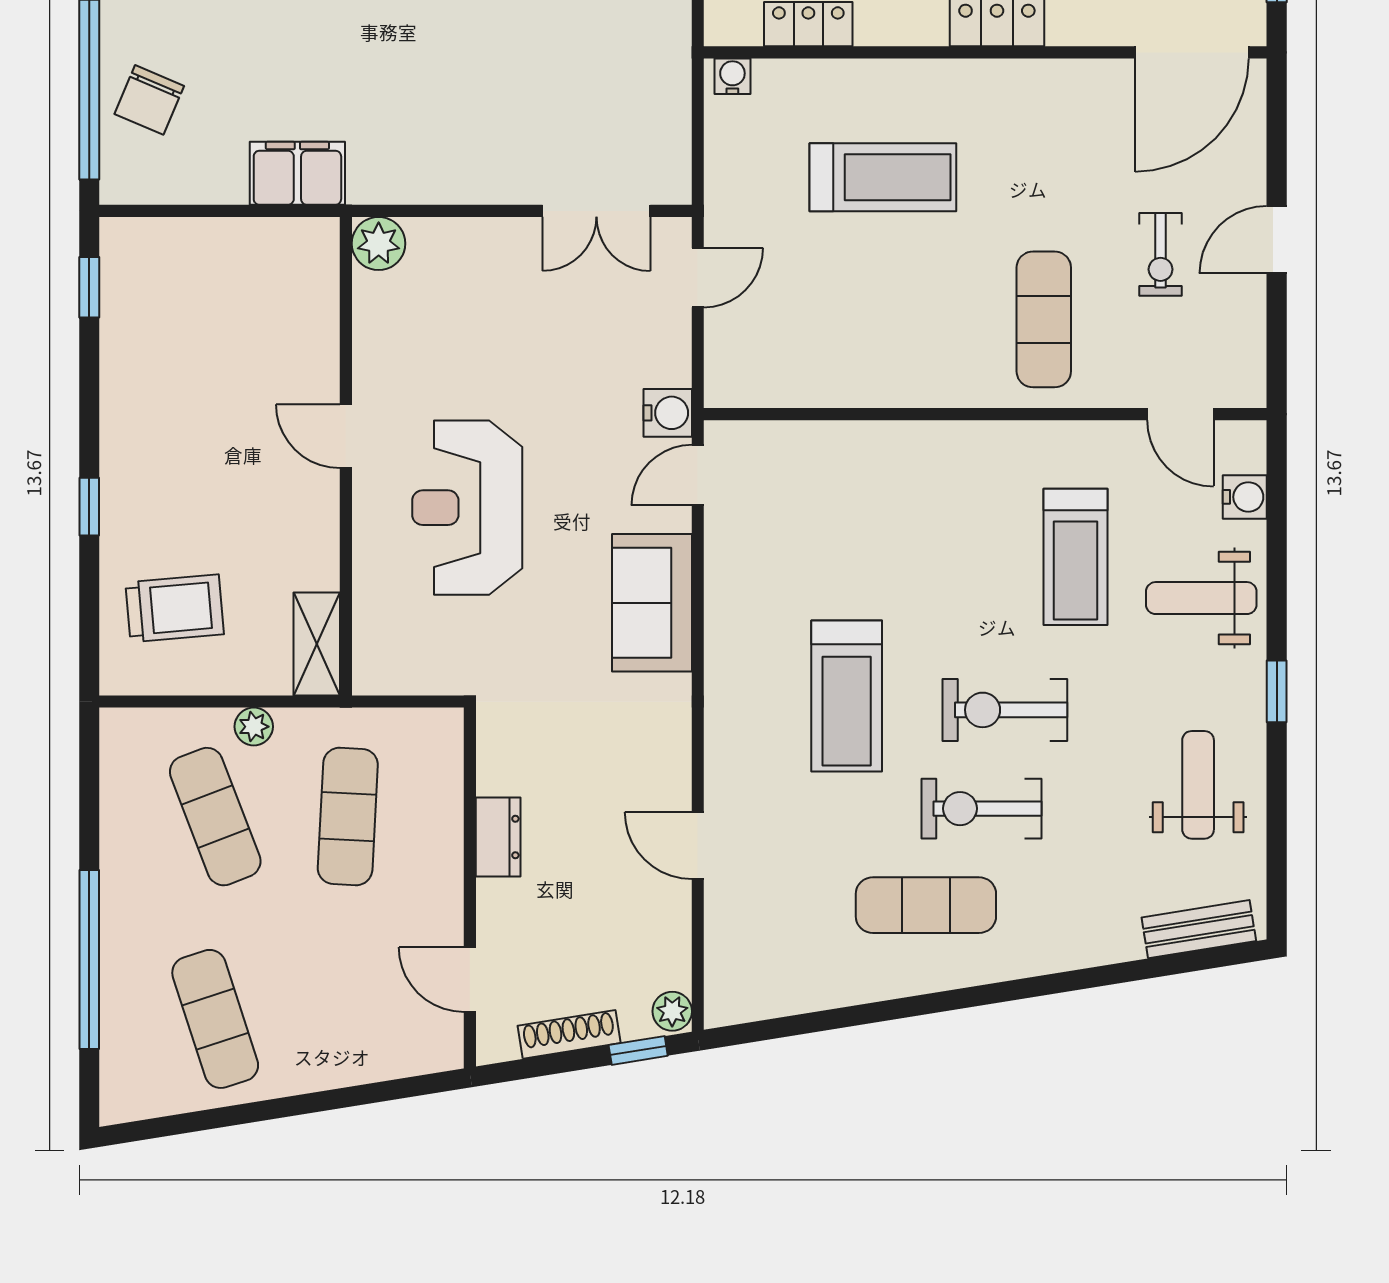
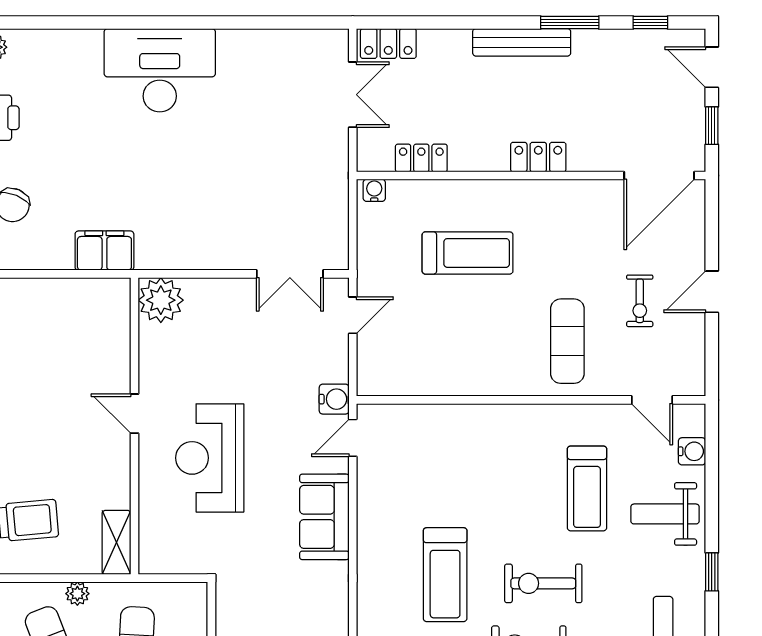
plant: (379, 244) -> (161, 300), width x1.36, depth x1.36

